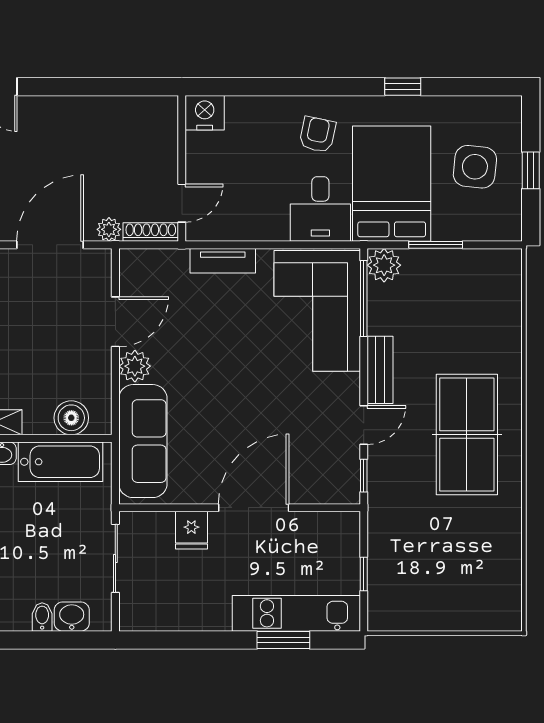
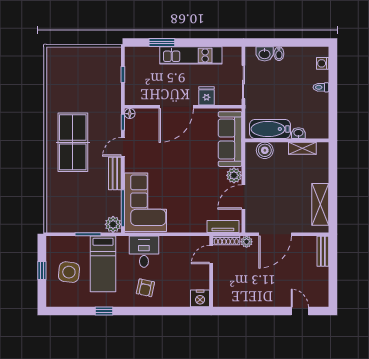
bed: (392, 184) -> (103, 264), width x0.67
tv unit: (223, 261) -> (223, 227), moved
floor lamp: (350, 494) -> (130, 114), added
kitchen unit: (296, 613) -> (191, 55), moved

